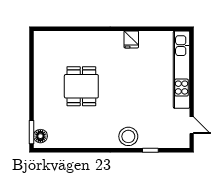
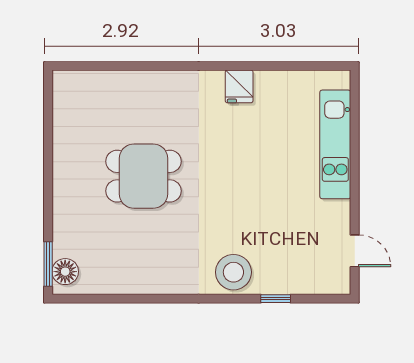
kitchen unit: (182, 70) -> (335, 144), width x0.73
dining table: (81, 86) -> (143, 176), turned 90

